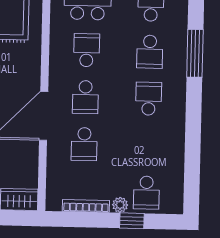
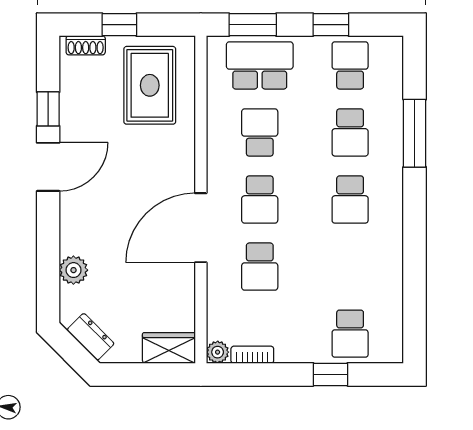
school desk: (149, 99) -> (350, 200), turned 180
plant: (120, 205) -> (218, 352), moved
bookcase: (86, 206) -> (252, 355), width x0.64

